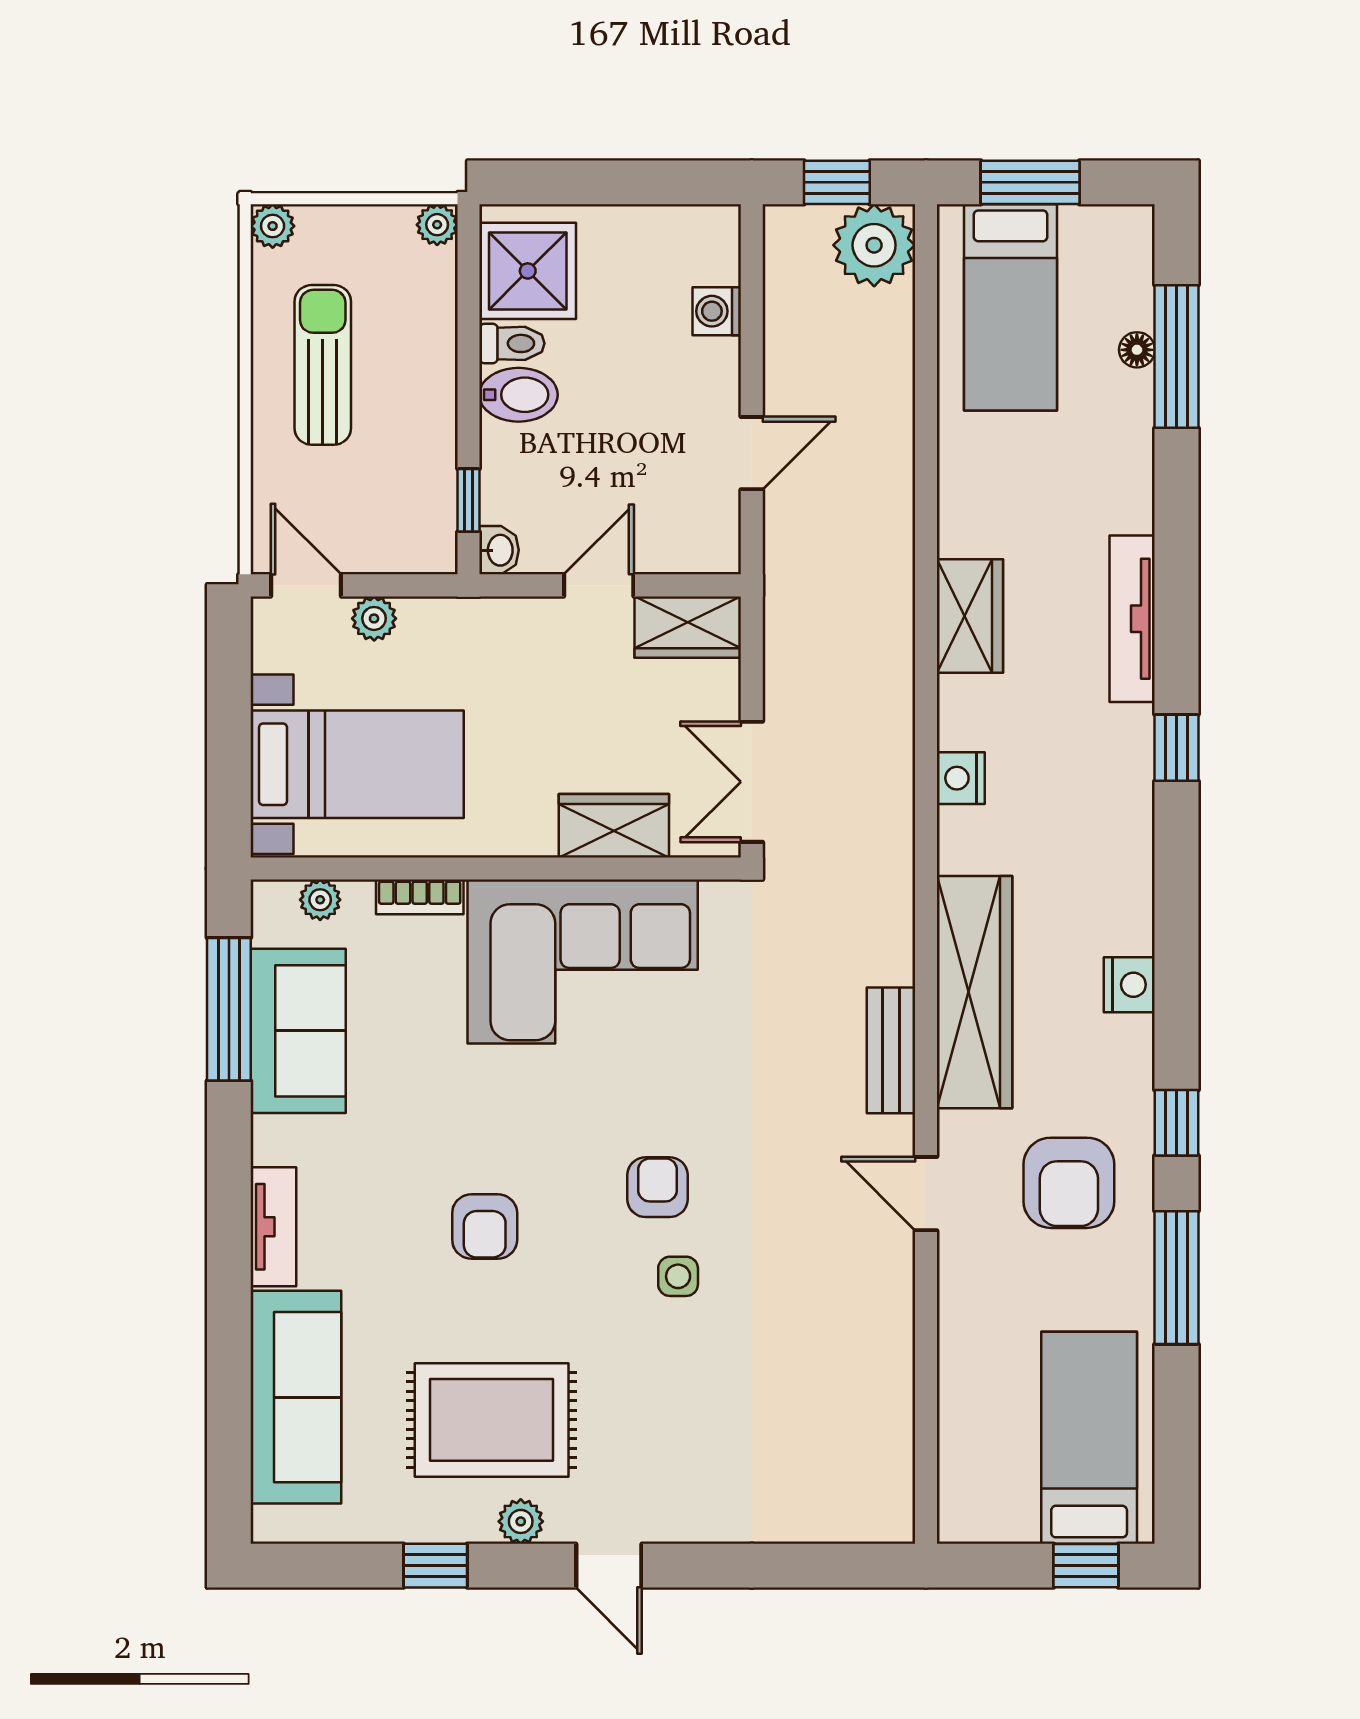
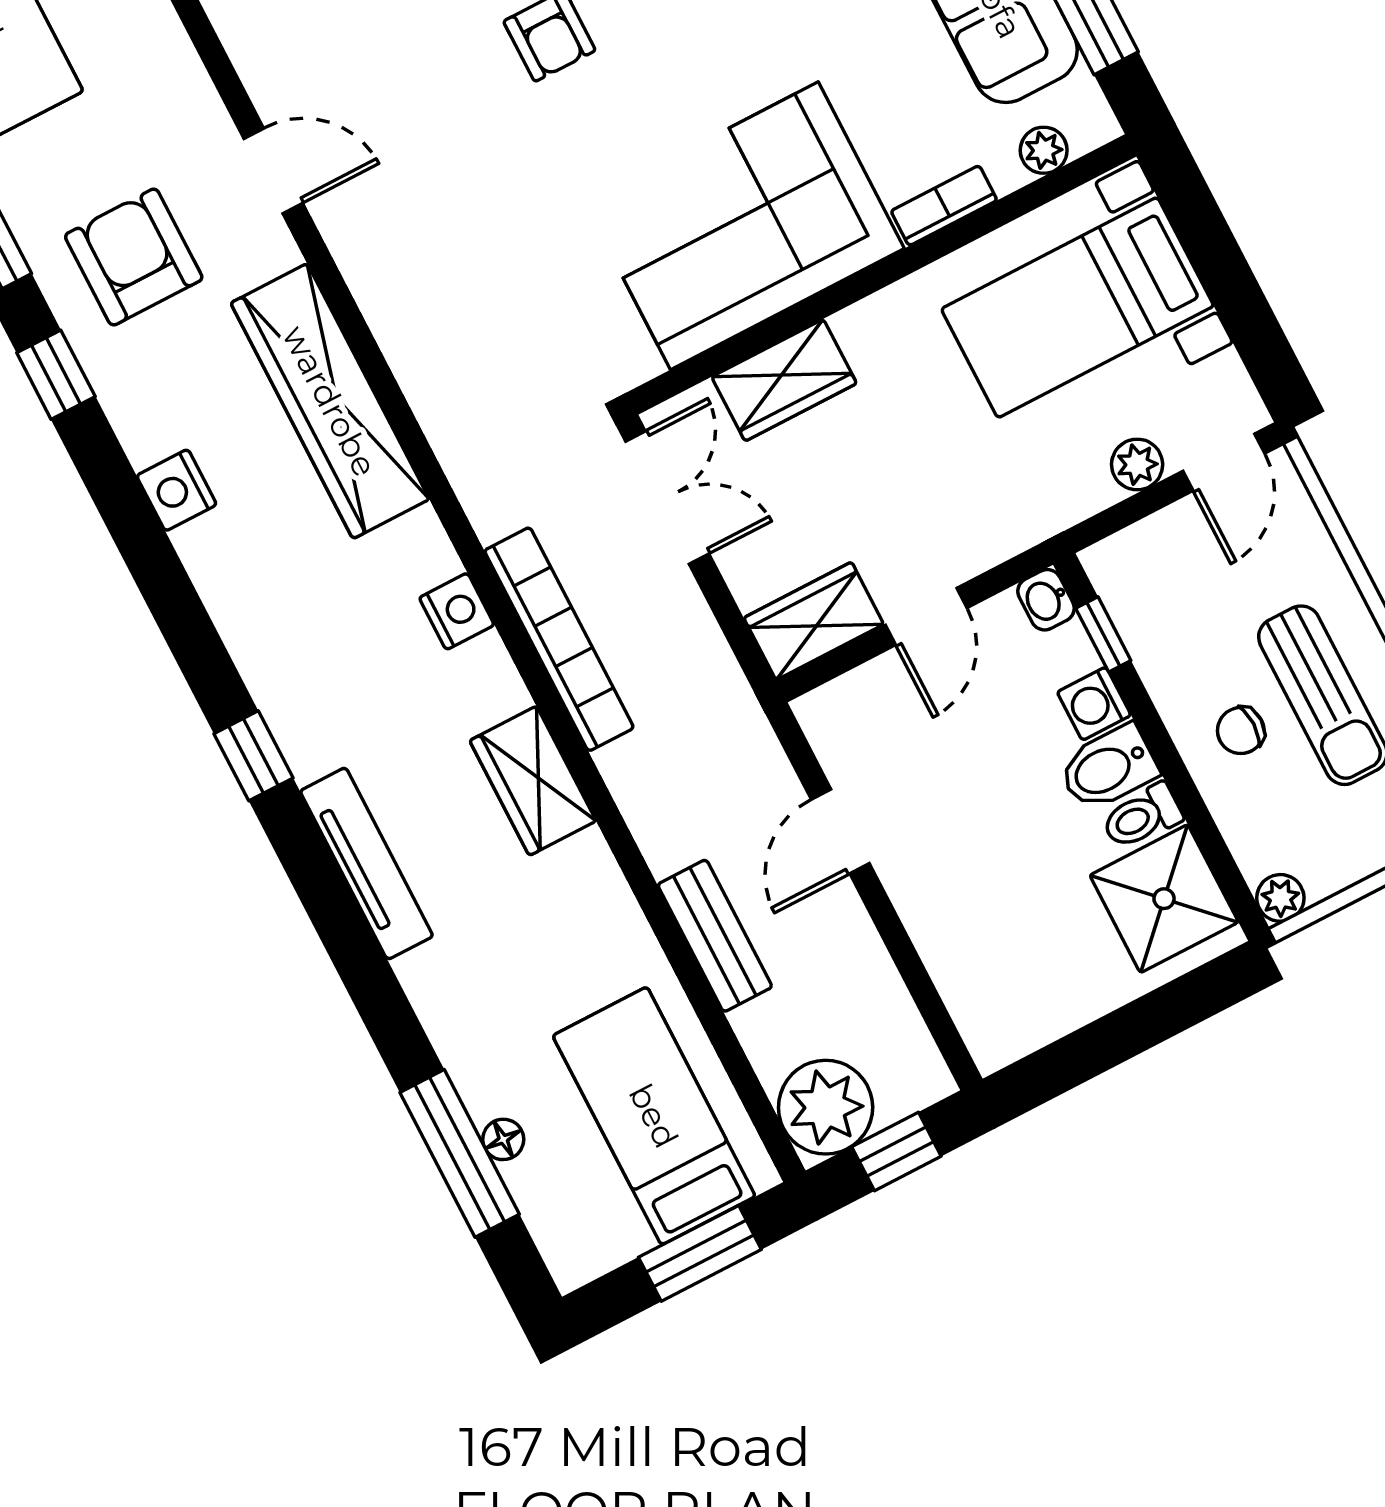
washing machine: (717, 311) -> (1094, 704), moved, turned 180
chair: (401, 370) -> (1241, 731), added
door: (306, 585) -> (1224, 462), hinge flipped
bookcase: (893, 715) -> (559, 639), added
bench: (891, 1050) -> (715, 936), moved

